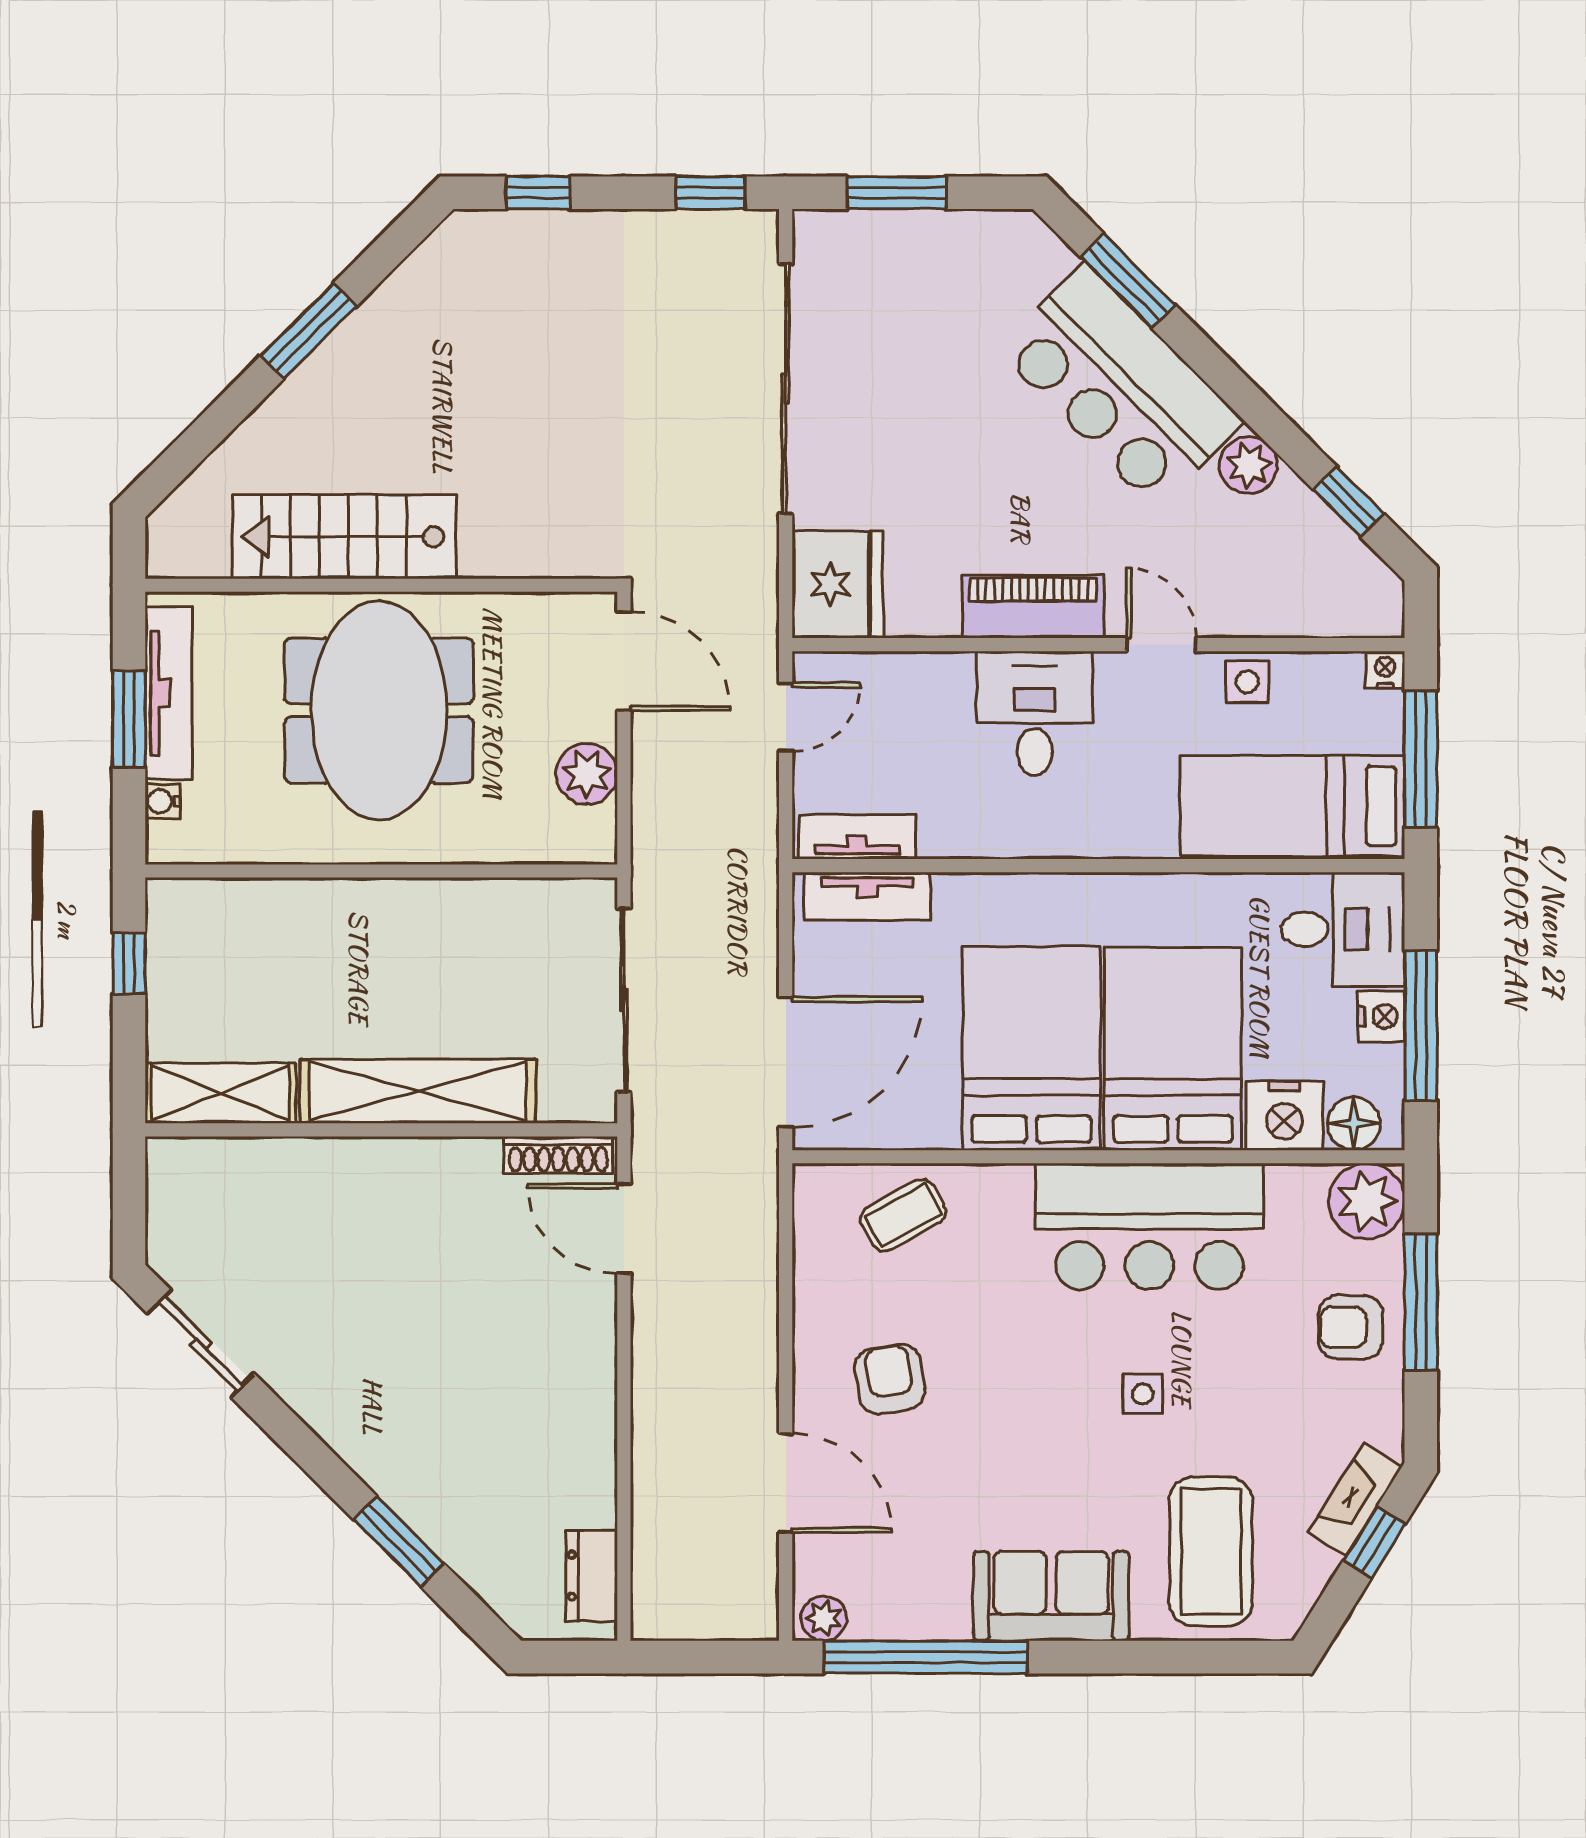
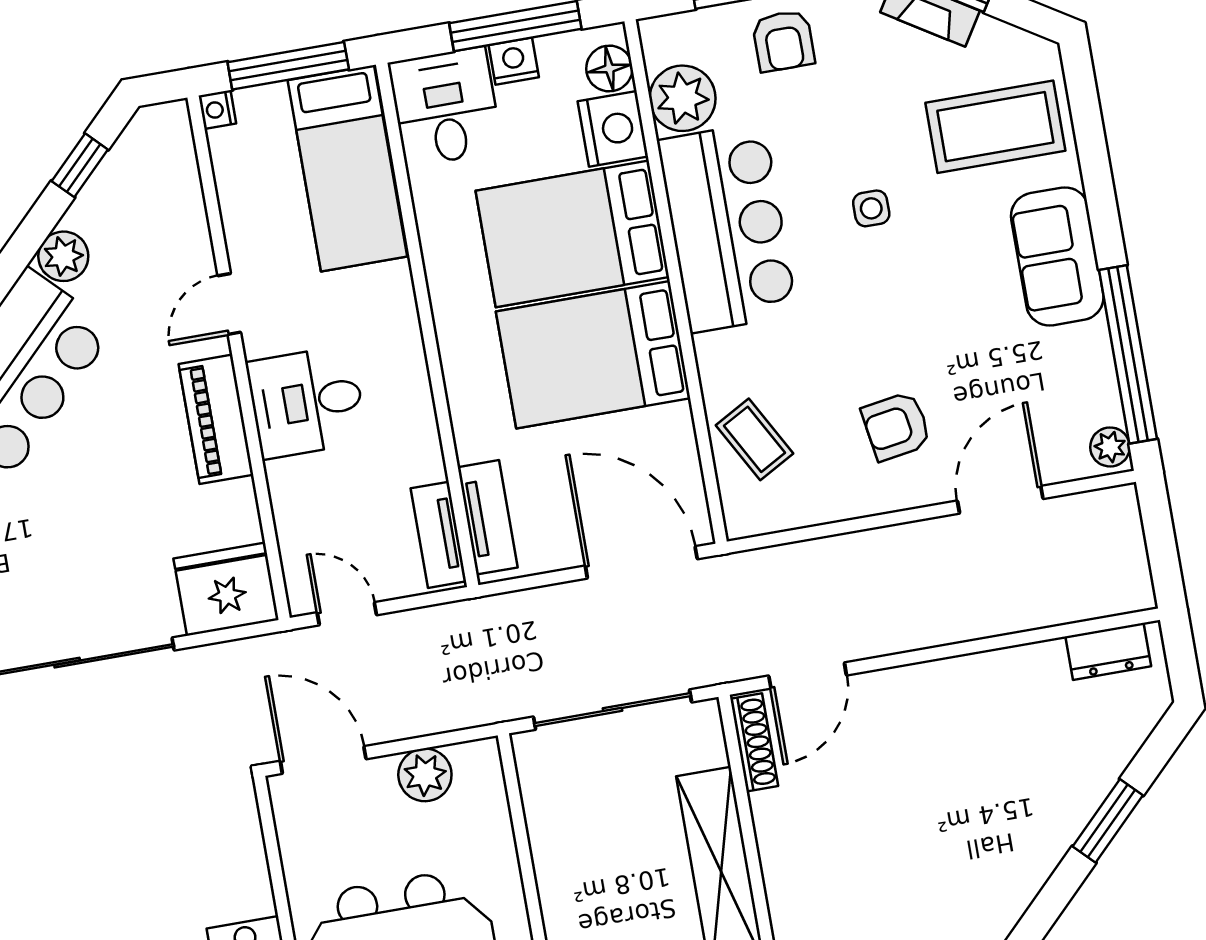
door: (624, 661) -> (323, 760), hinge flipped
side table: (1247, 682) -> (248, 225), removed
plant: (1367, 1201) -> (683, 98), moved

